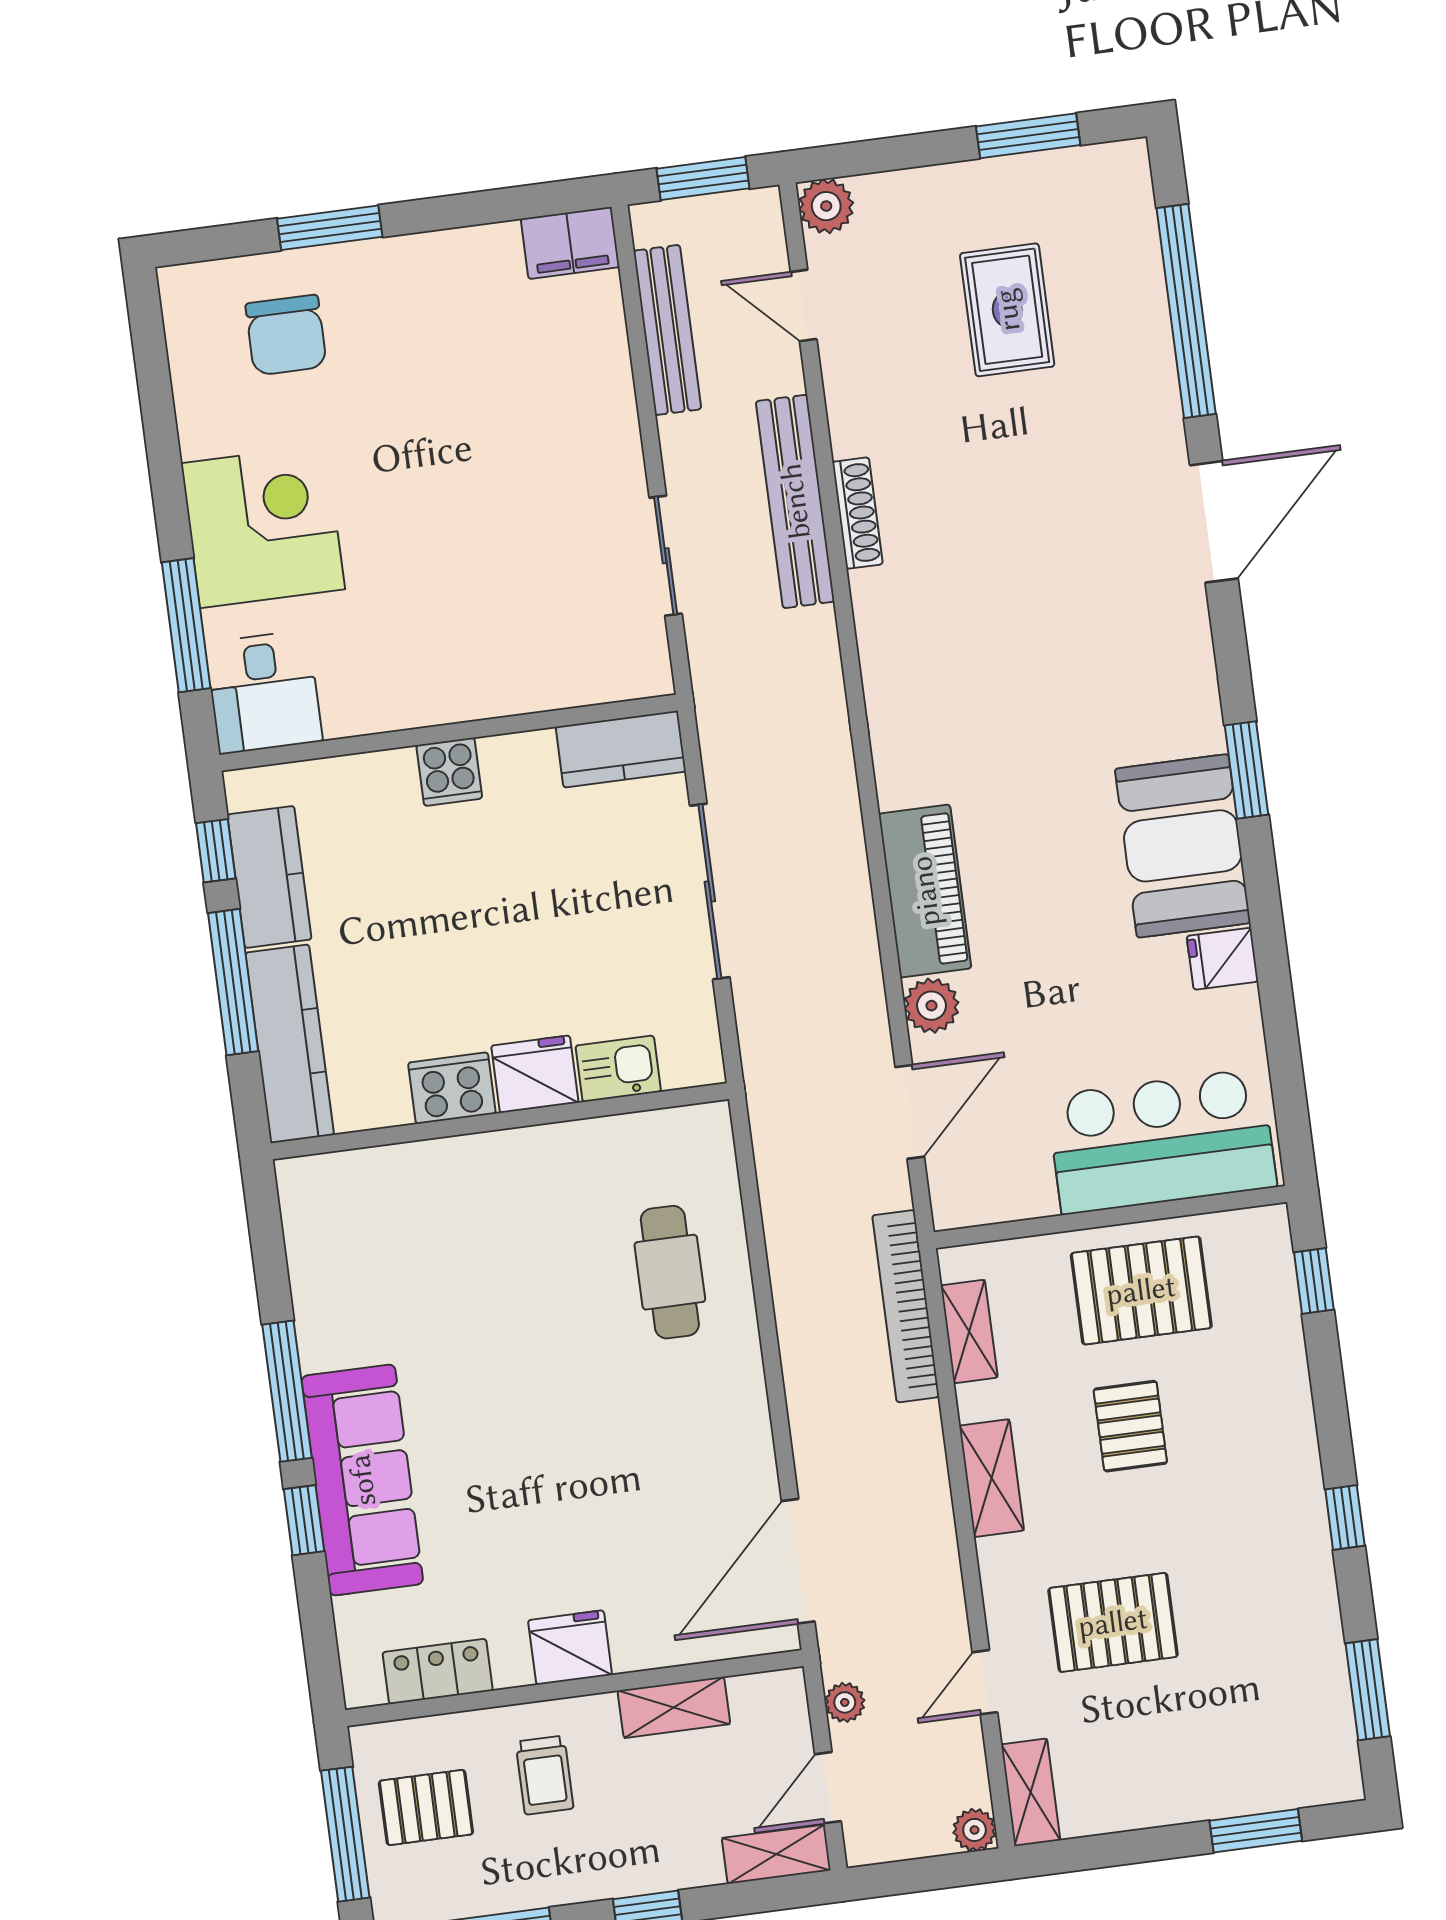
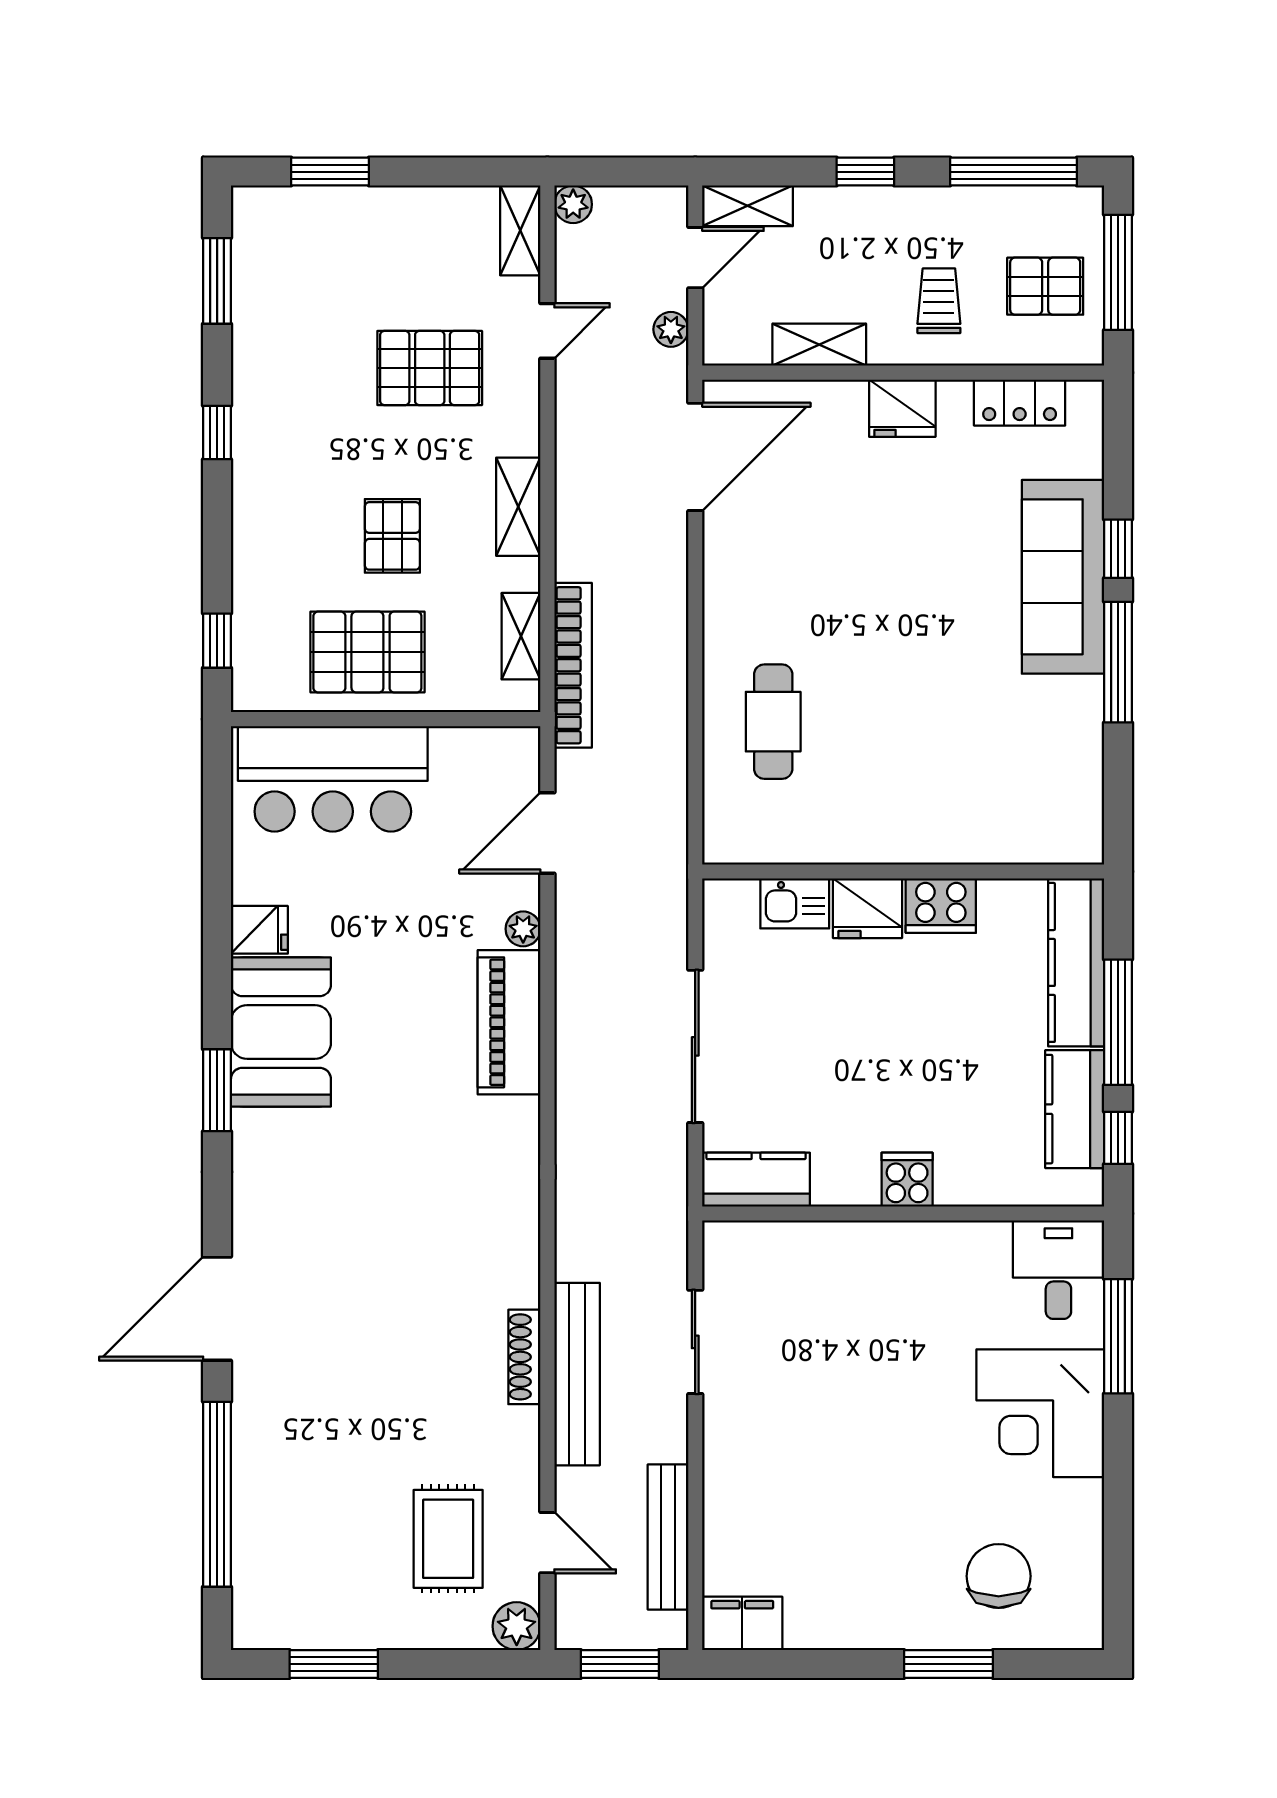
rug: (1007, 310) -> (448, 1539), moved
plant: (931, 1006) -> (523, 929), width x0.73, depth x0.73

